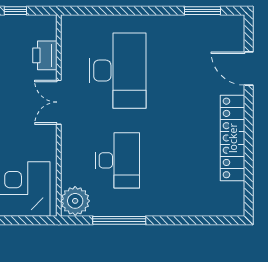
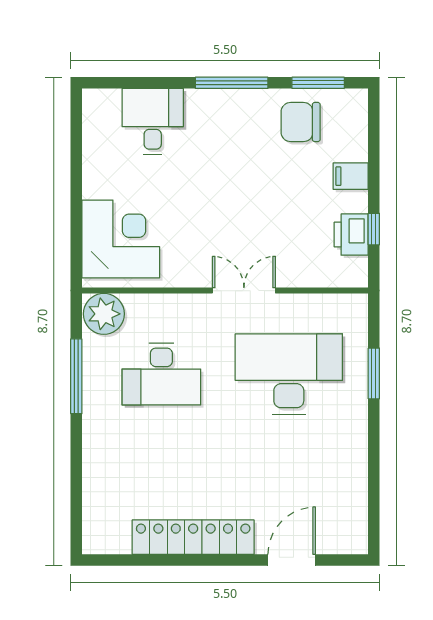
window: (202, 11) -> (374, 373), moved
printer: (45, 55) -> (351, 235), moved, turned -90
desk: (118, 71) -> (289, 374), turned 180

